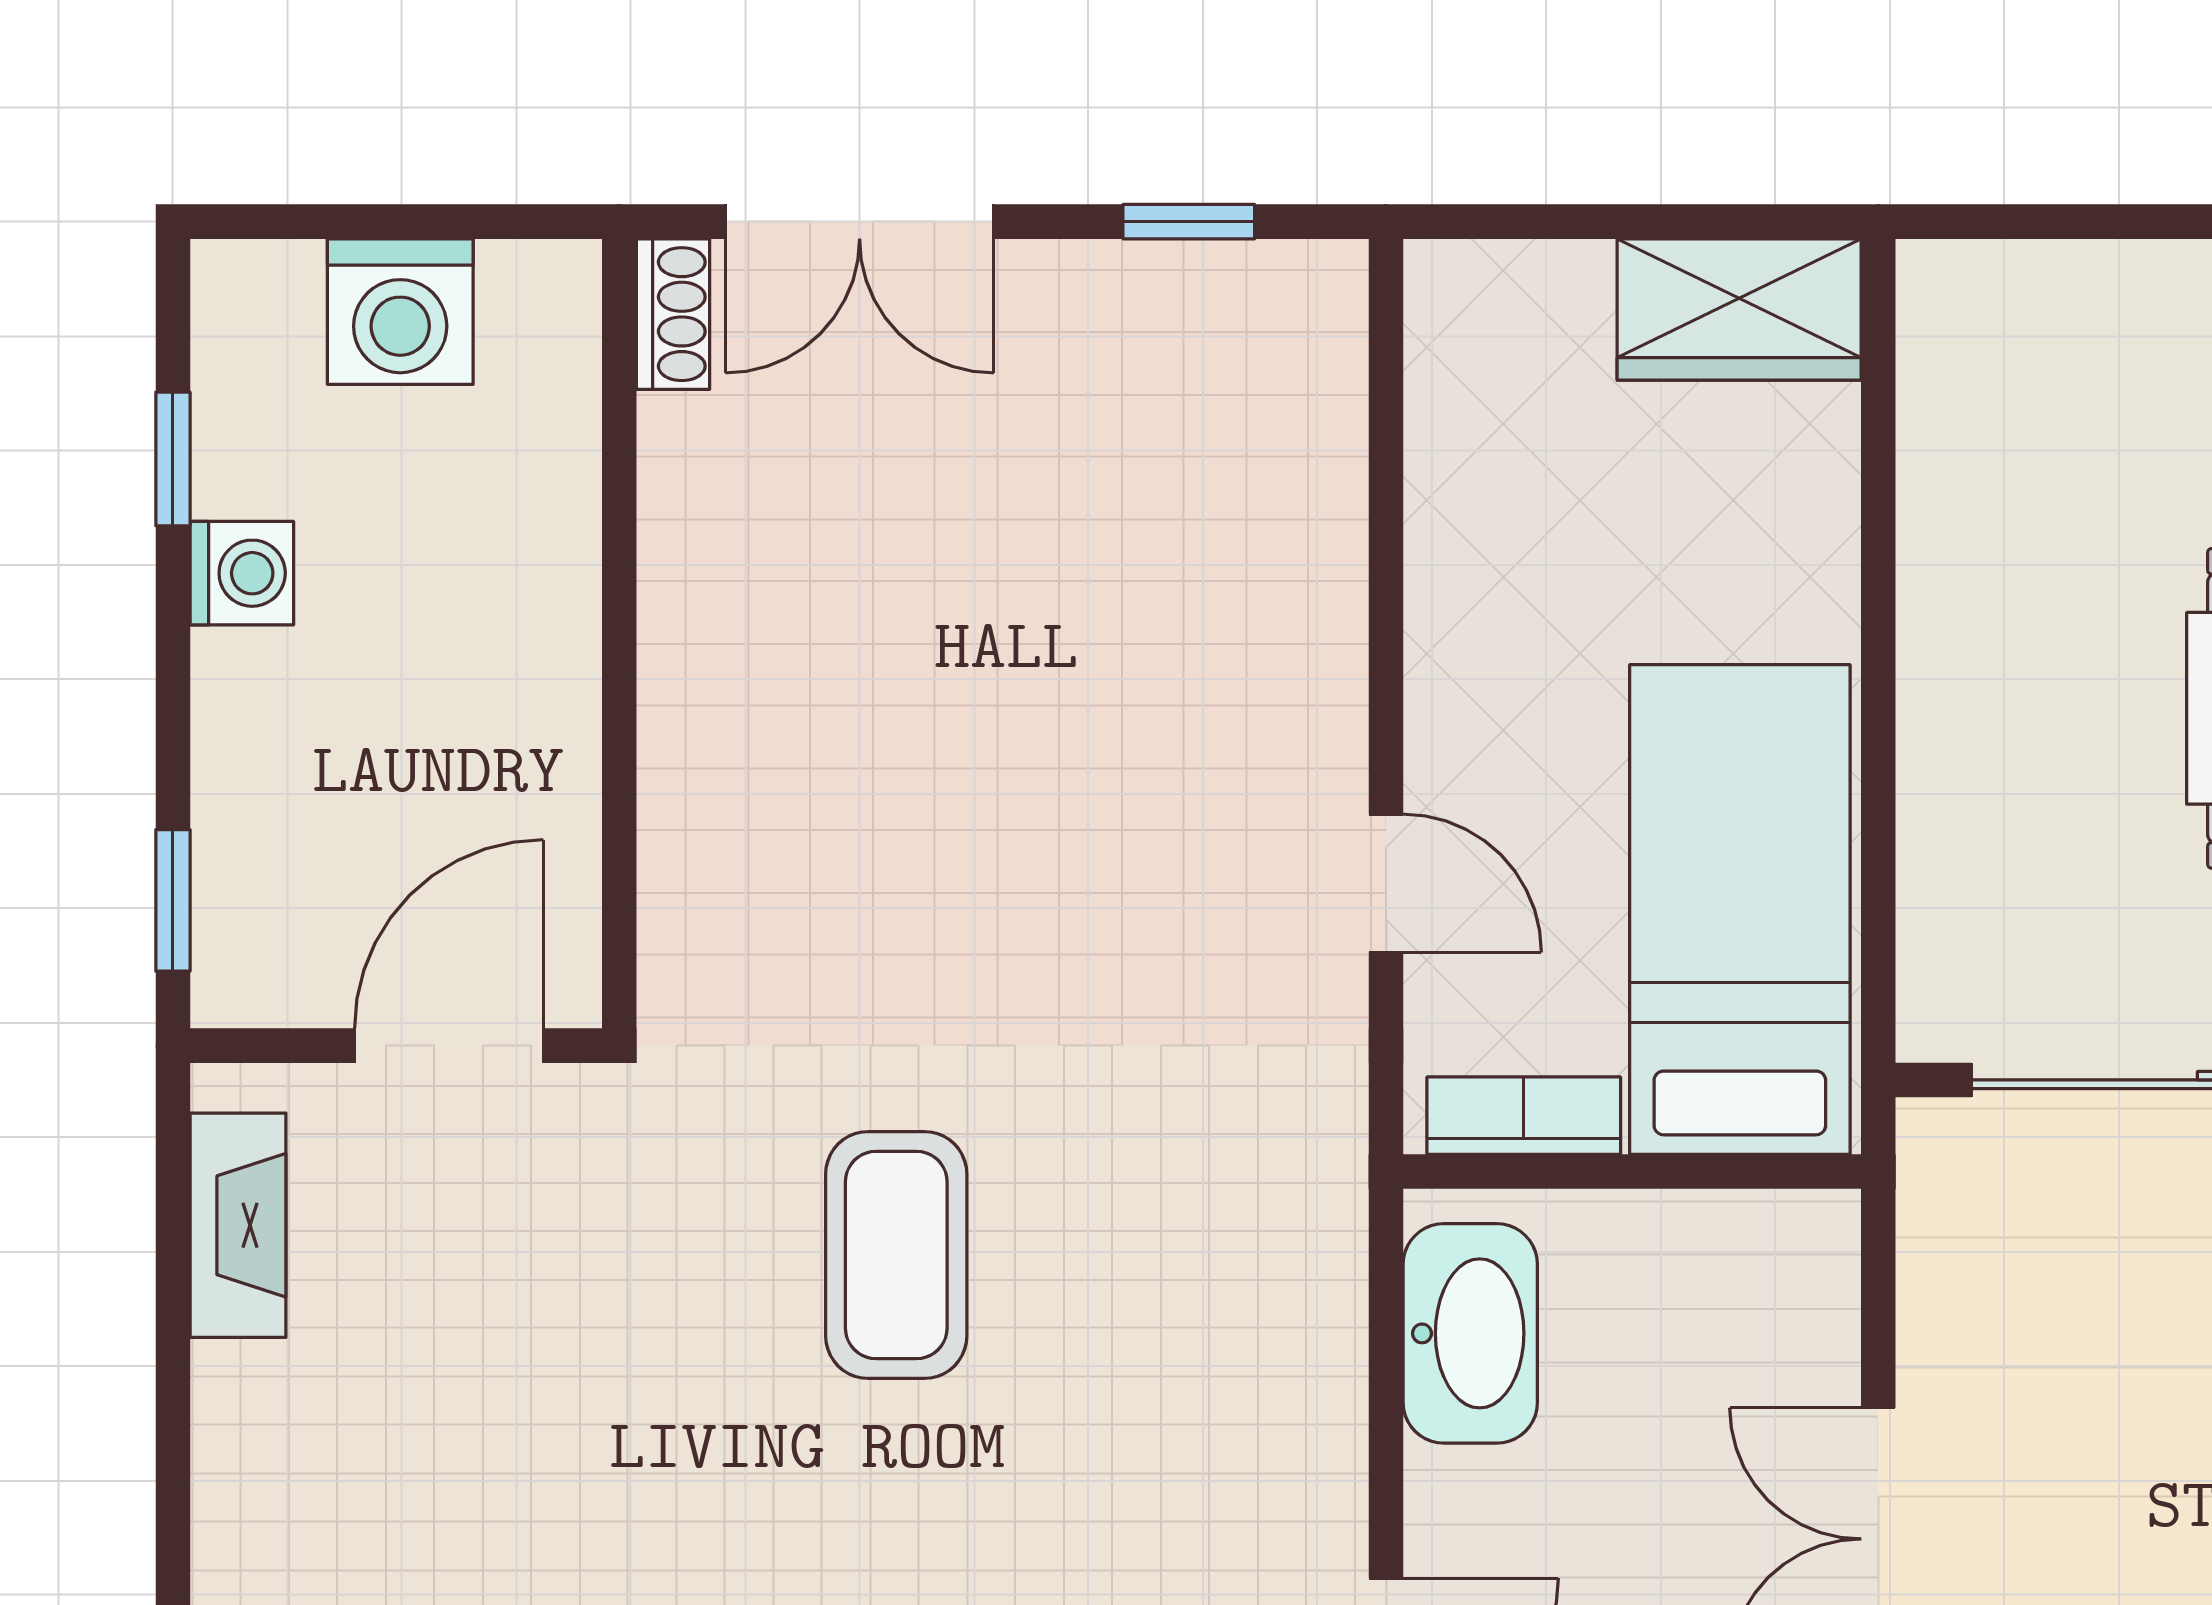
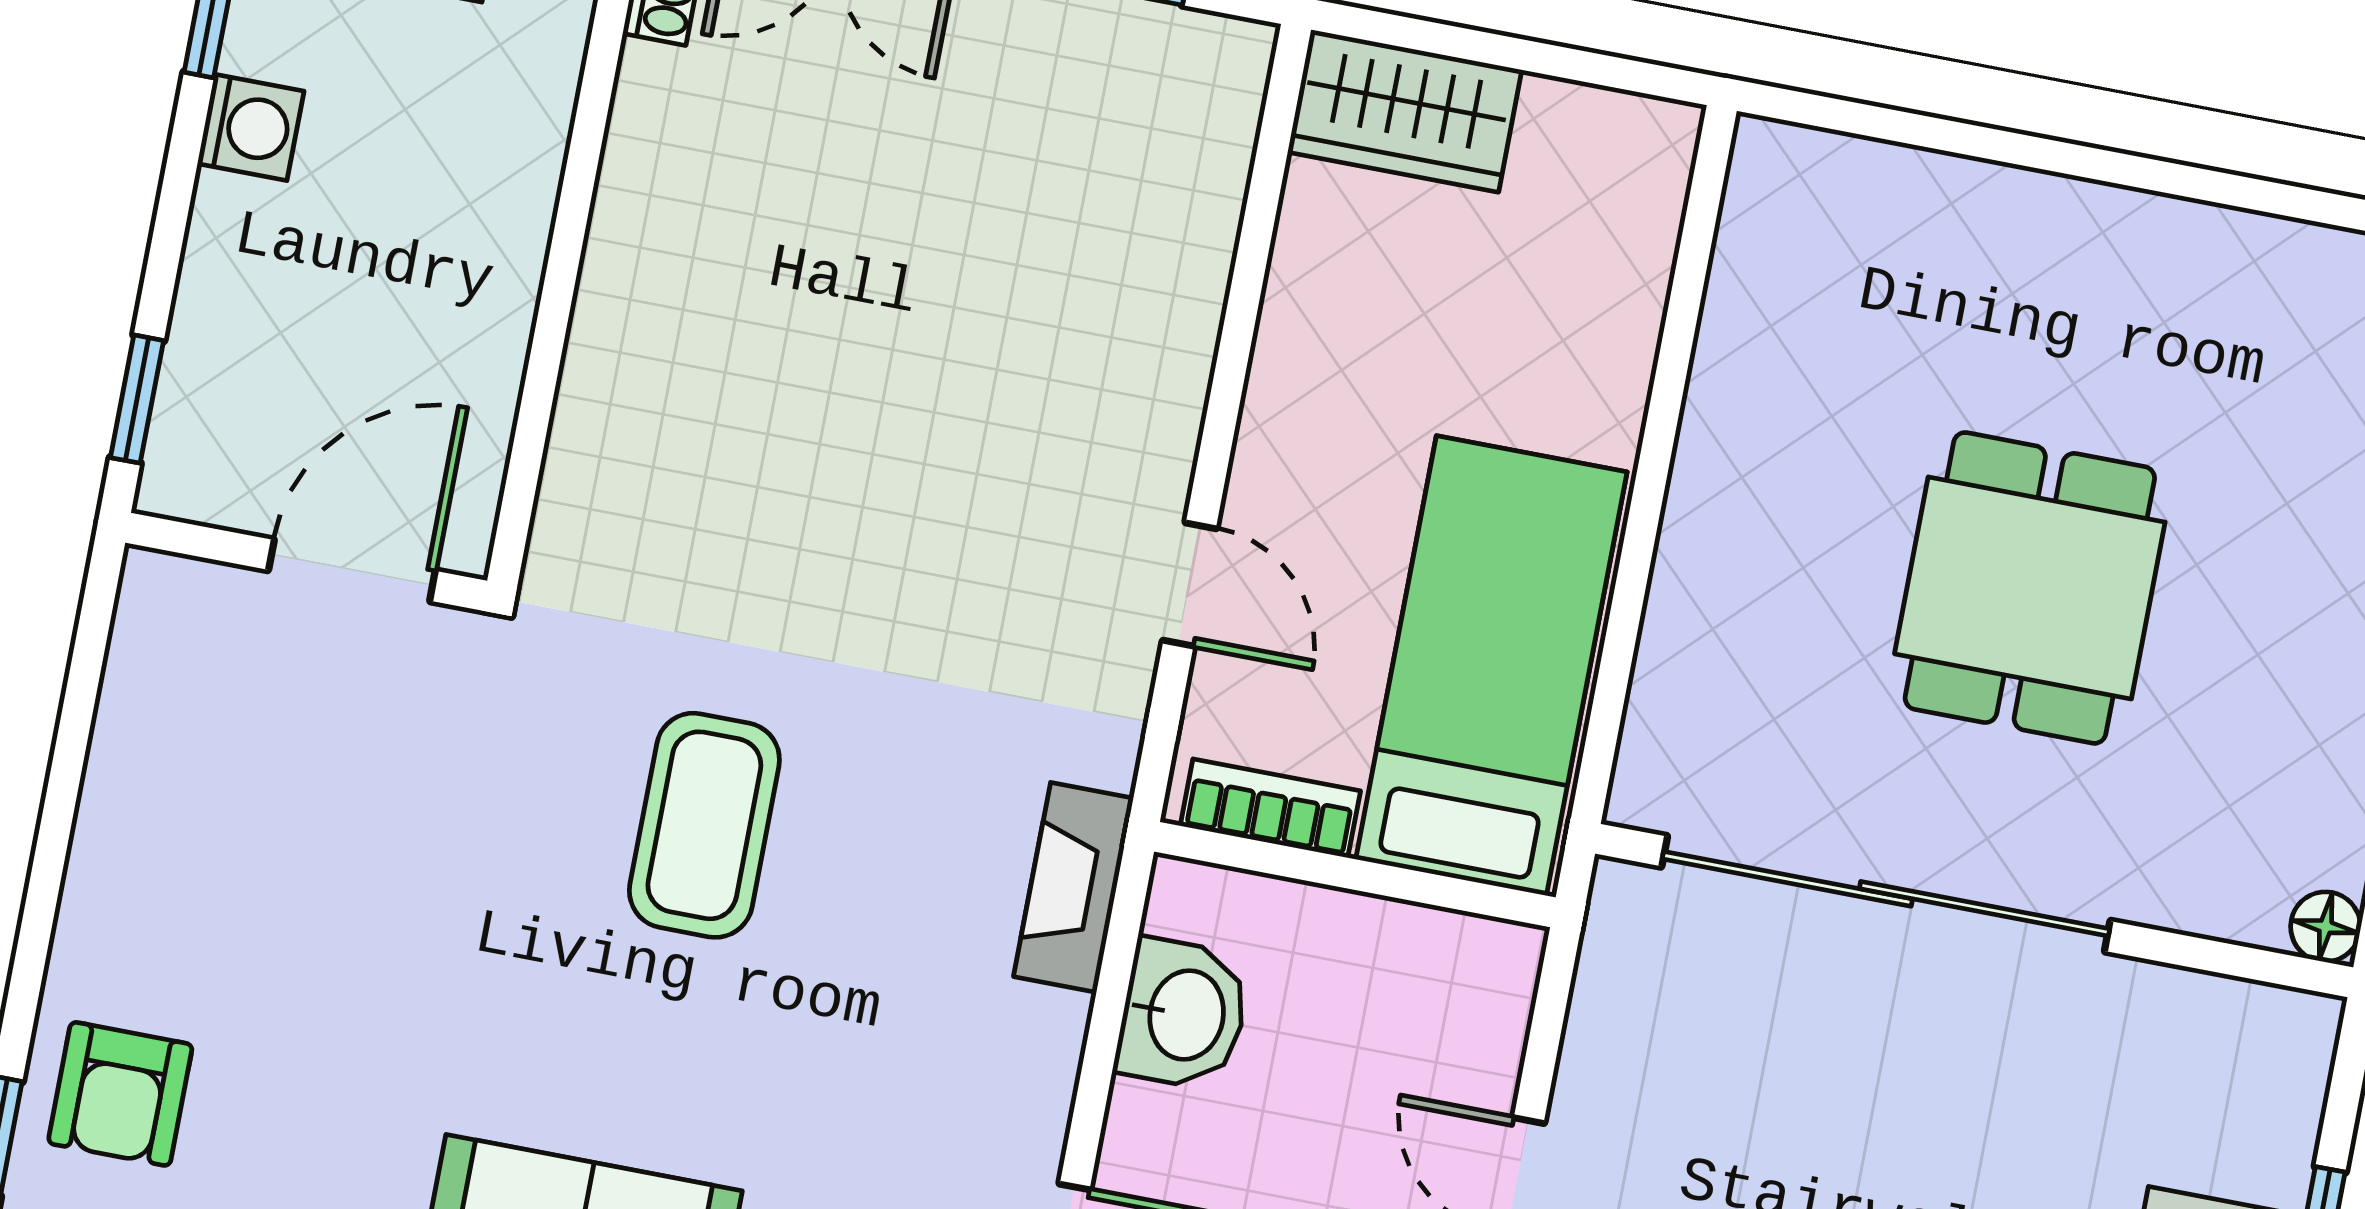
wardrobe: (1739, 310) -> (1405, 111), moved
fireplace: (238, 1225) -> (1073, 887), moved, turned 180
washbasin: (1470, 1333) -> (1183, 1014), width x0.72

